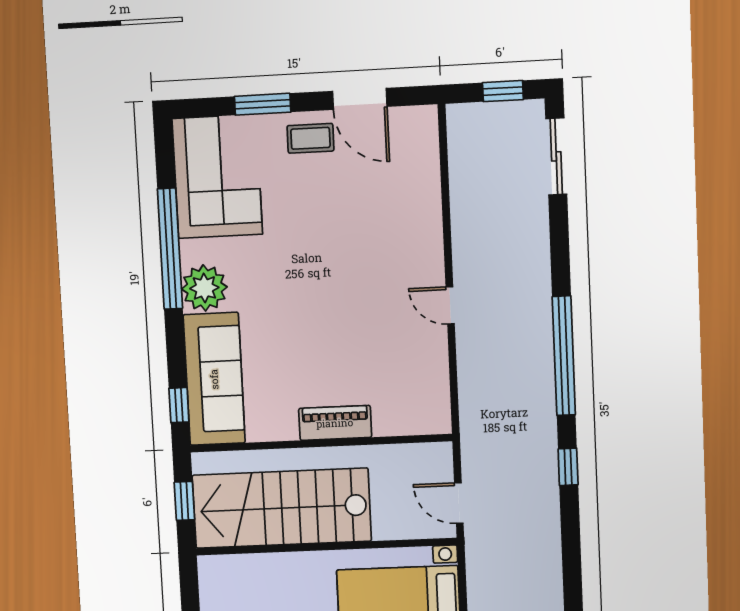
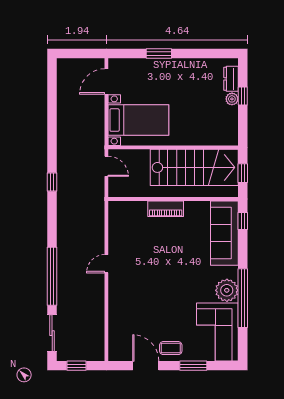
plant: (204, 288) -> (227, 290), moved
door: (450, 305) -> (106, 264), swing flipped
window: (564, 356) -> (52, 276), moved

